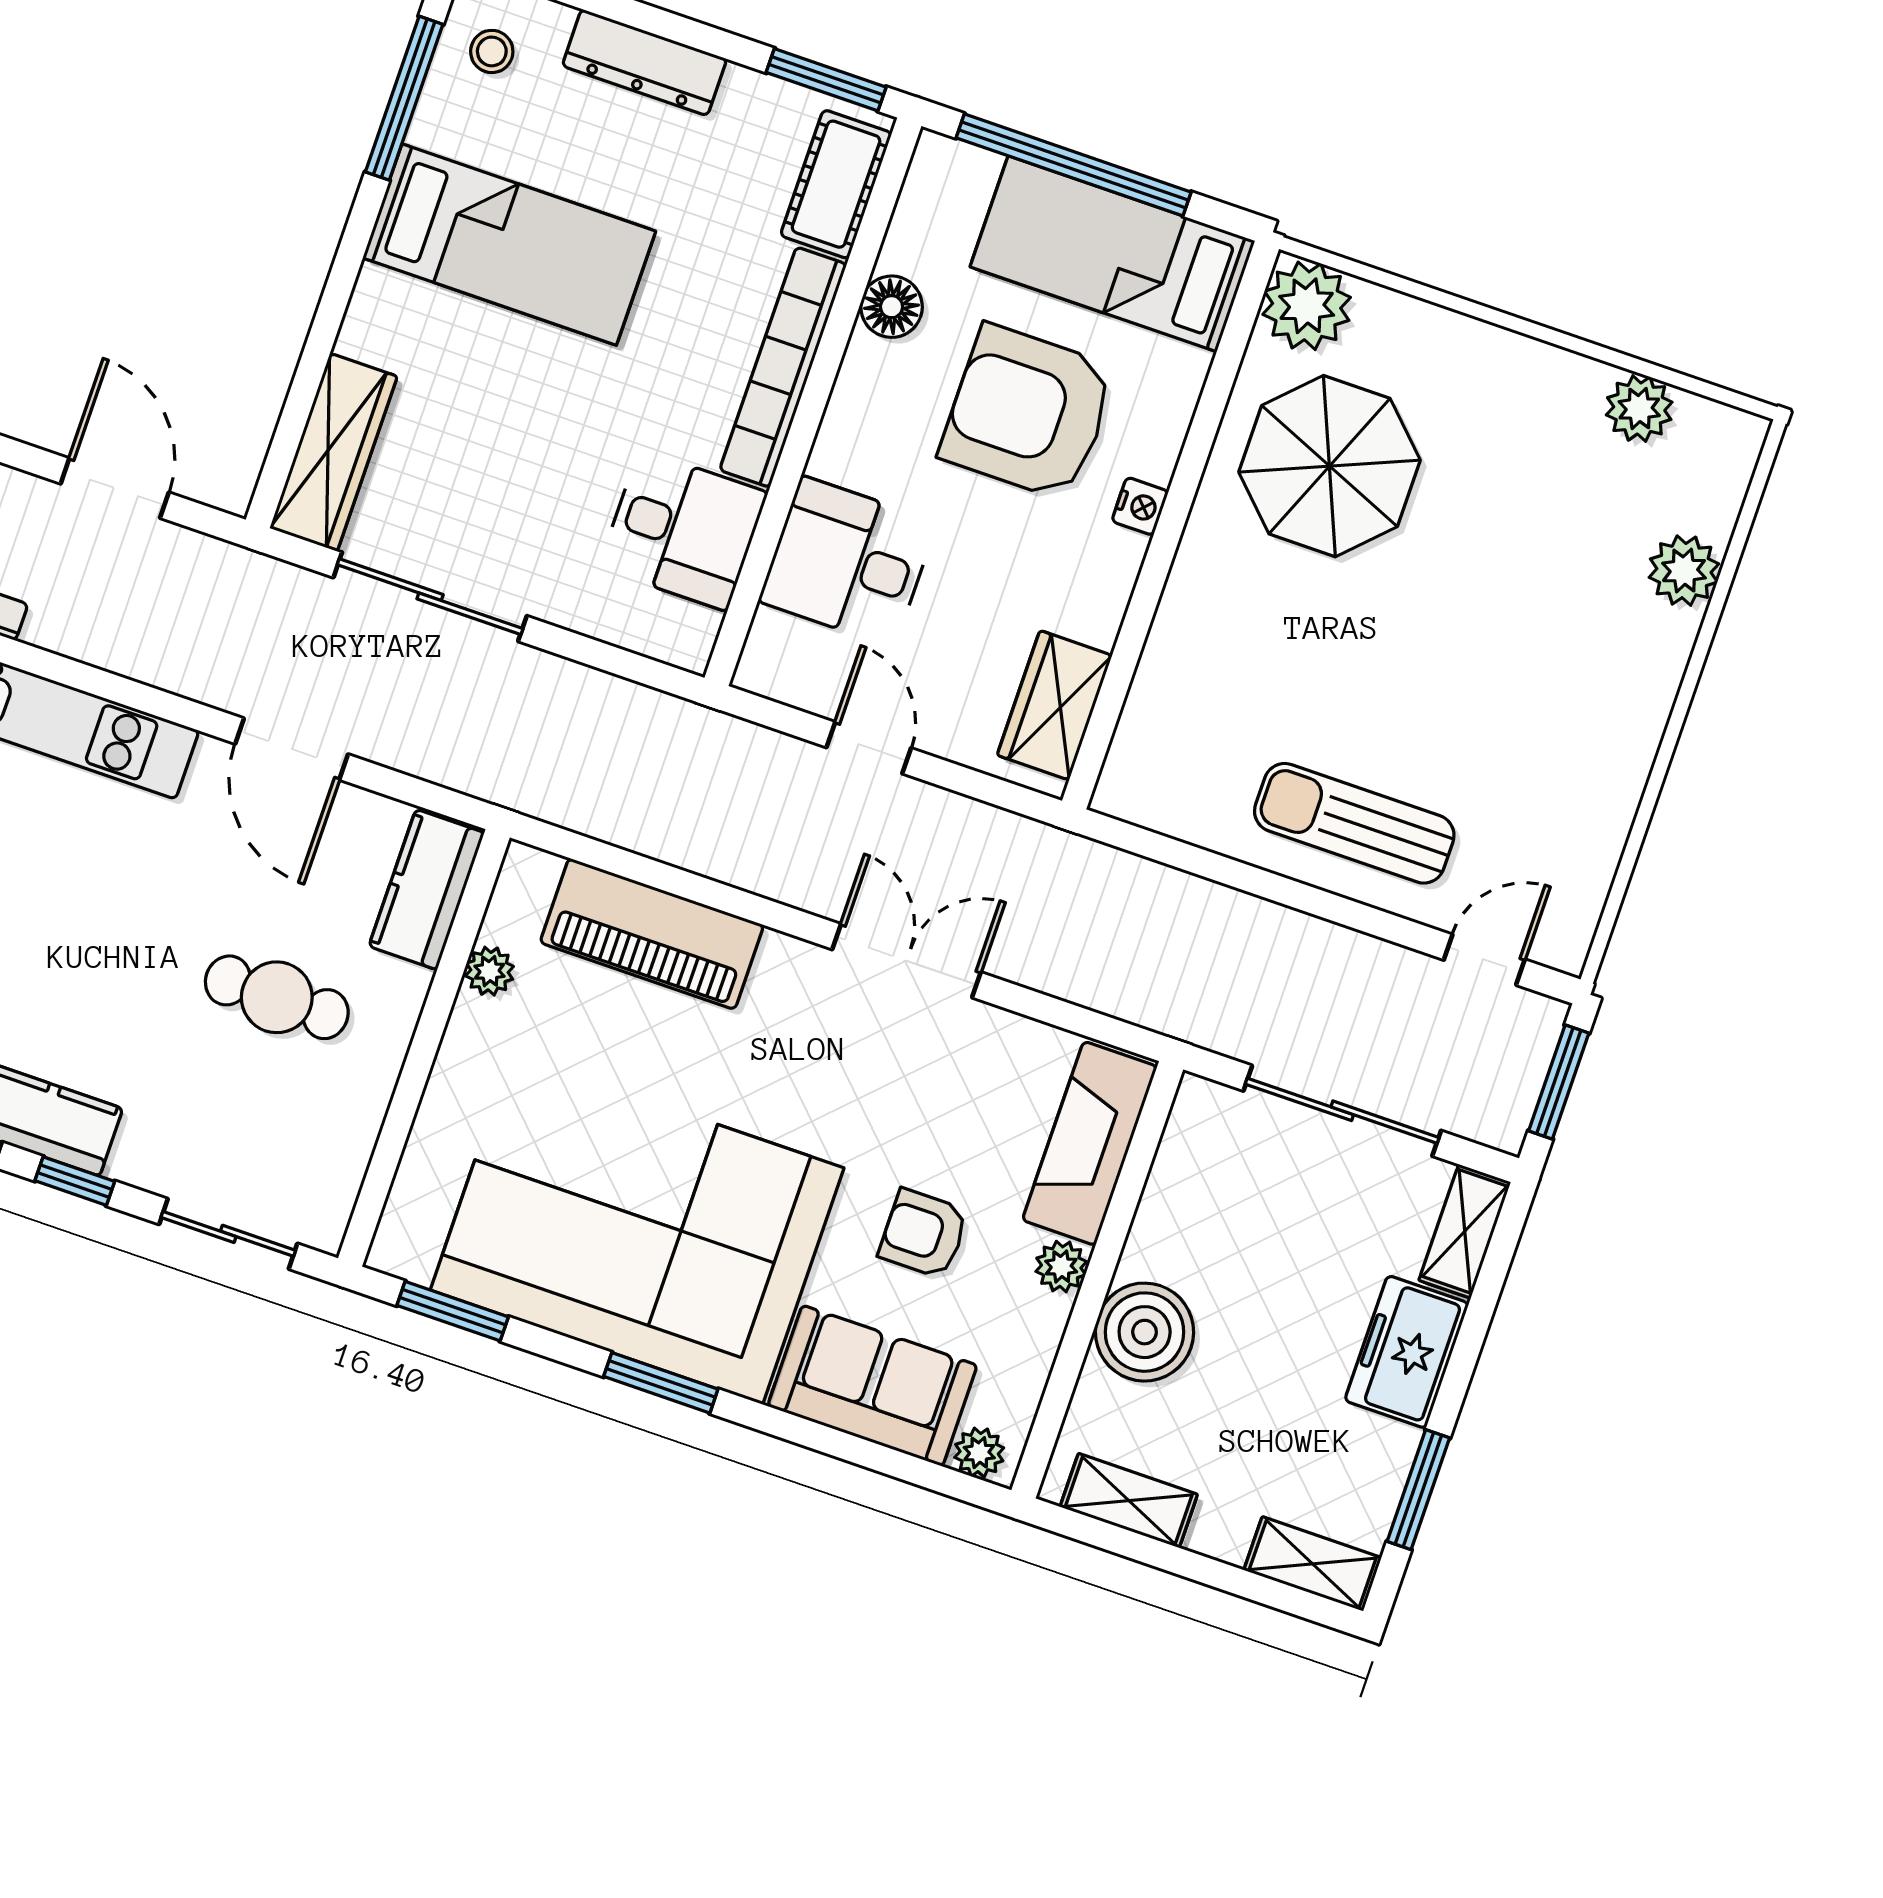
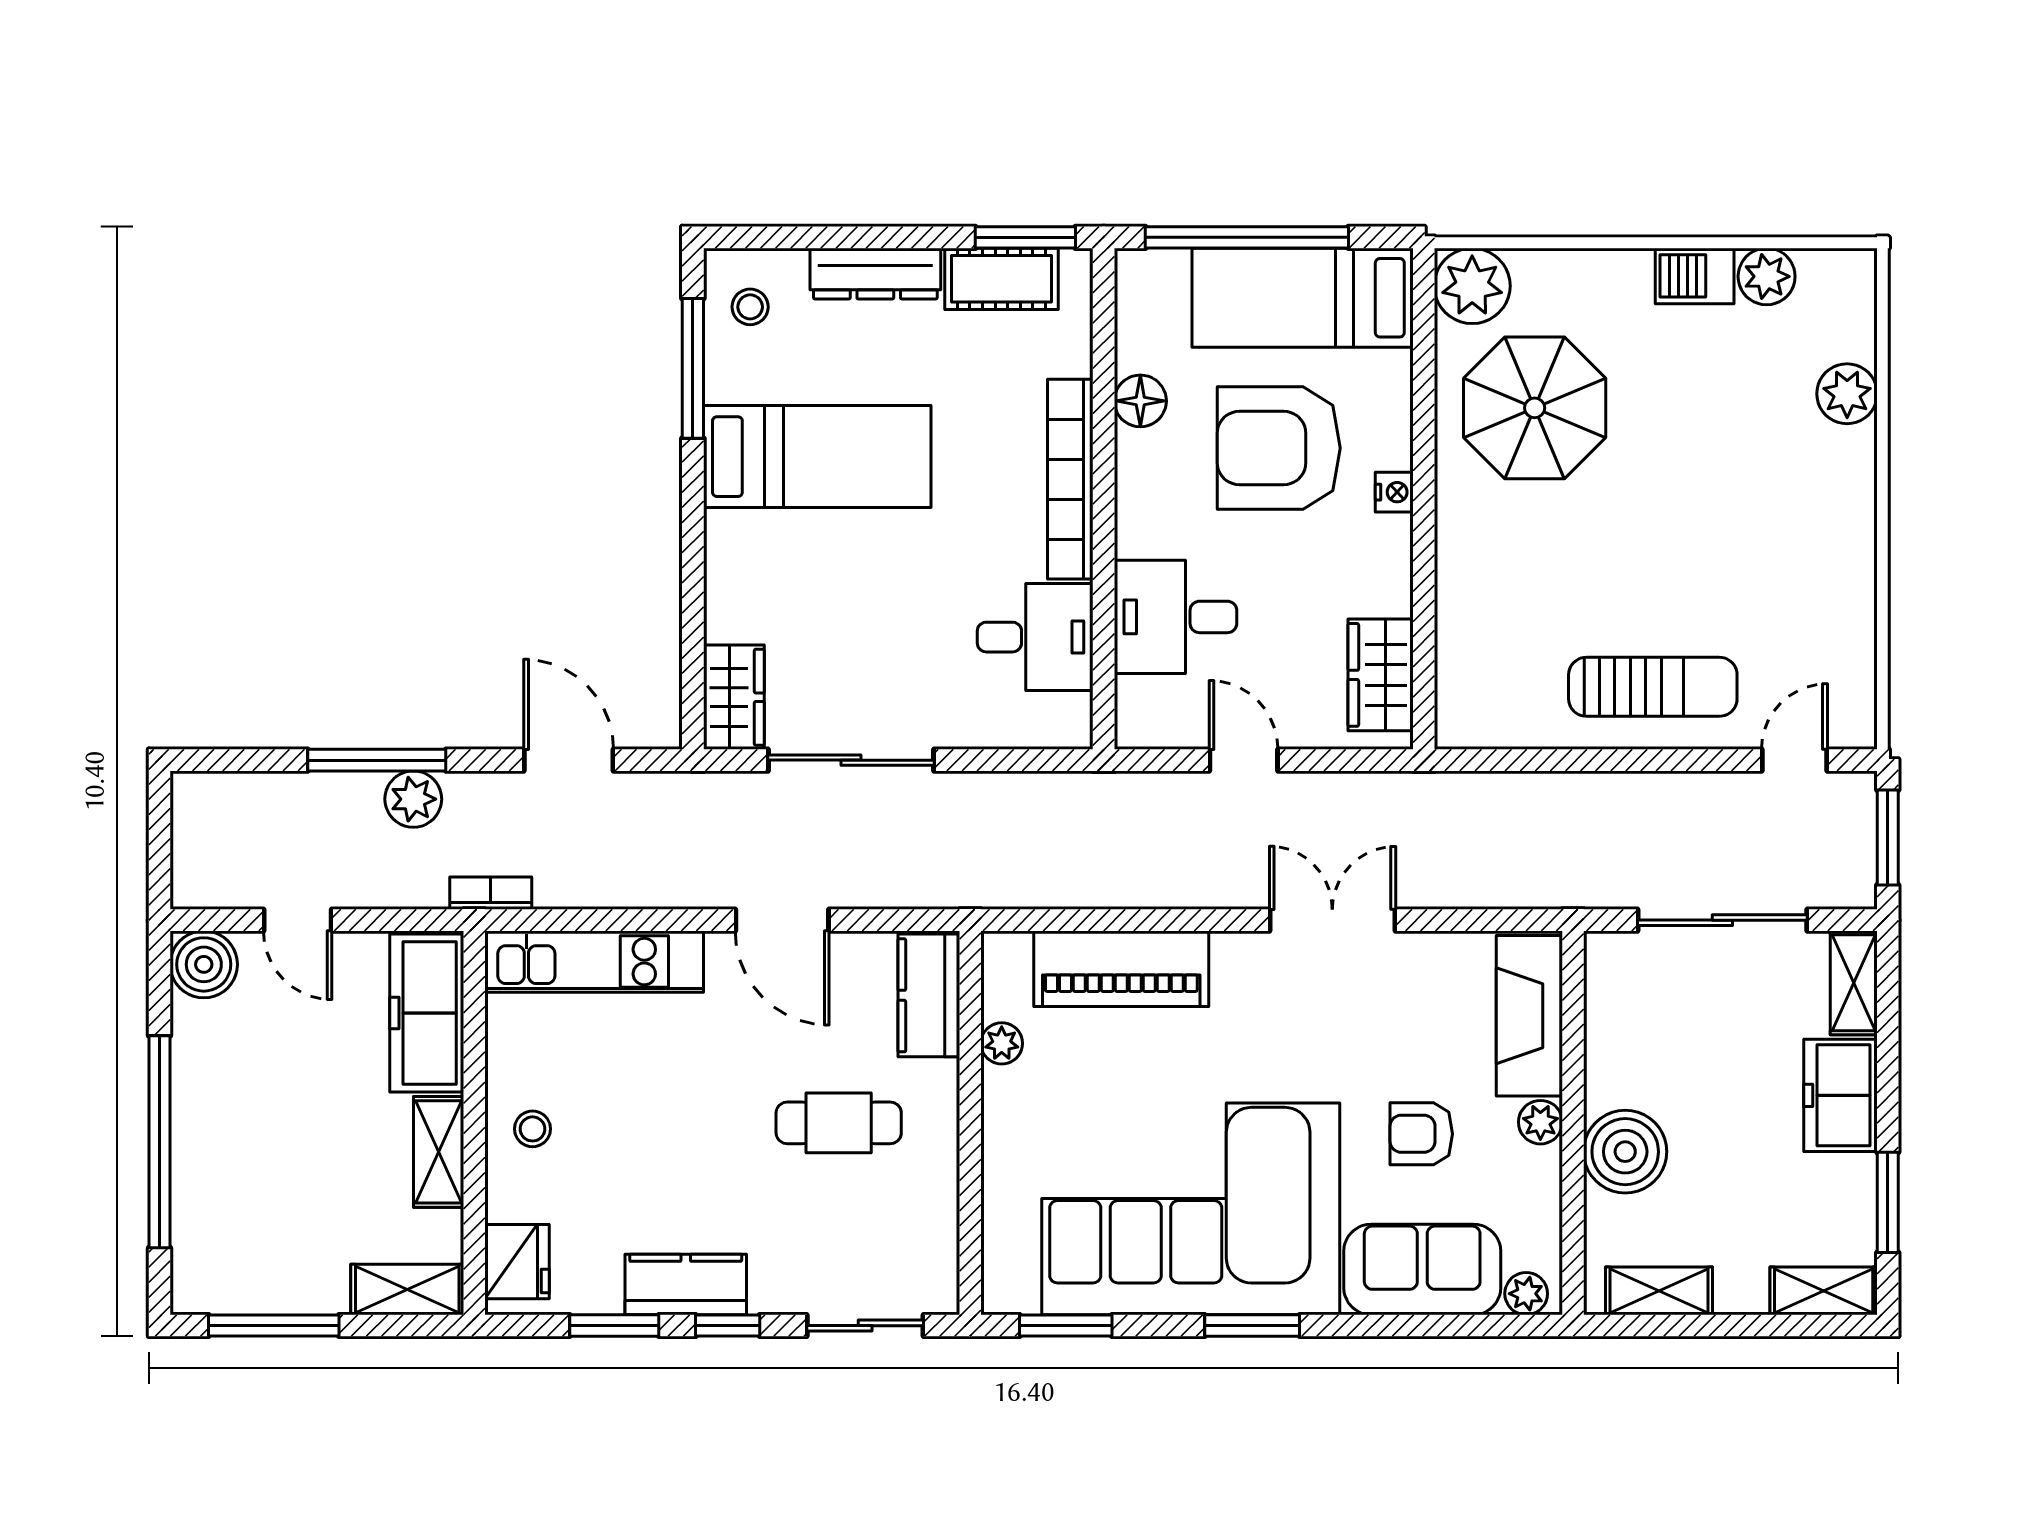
cot: (836, 184) -> (1001, 279), moved, turned 90
barbecue: (1559, 380) -> (1695, 276), added
wardrobe: (333, 452) -> (734, 697), width x0.67
sun lounger: (1354, 823) -> (1653, 687), turned 180

